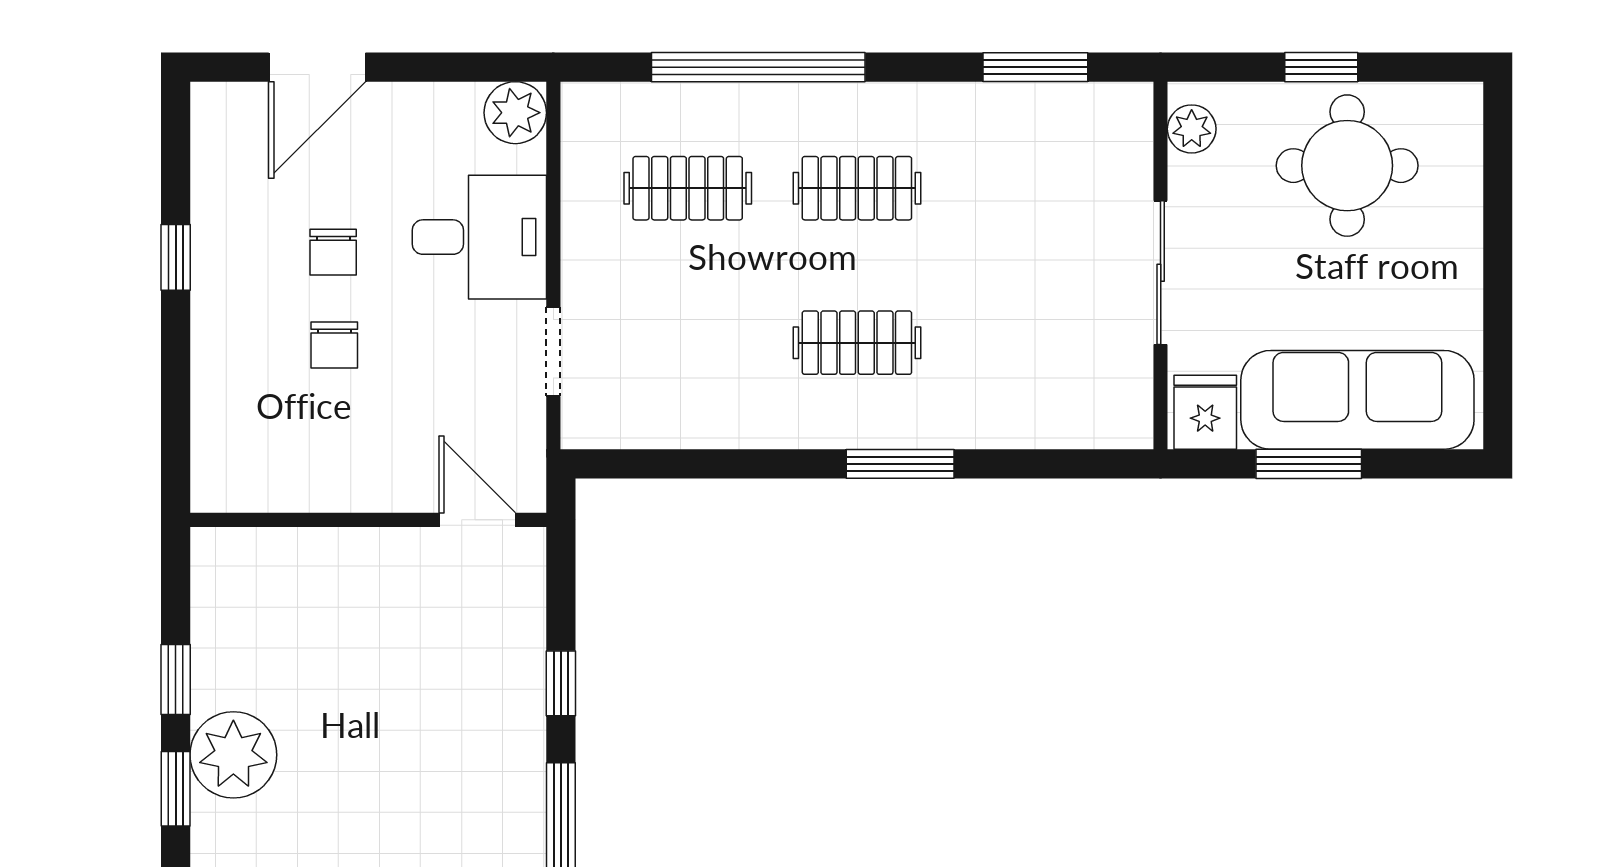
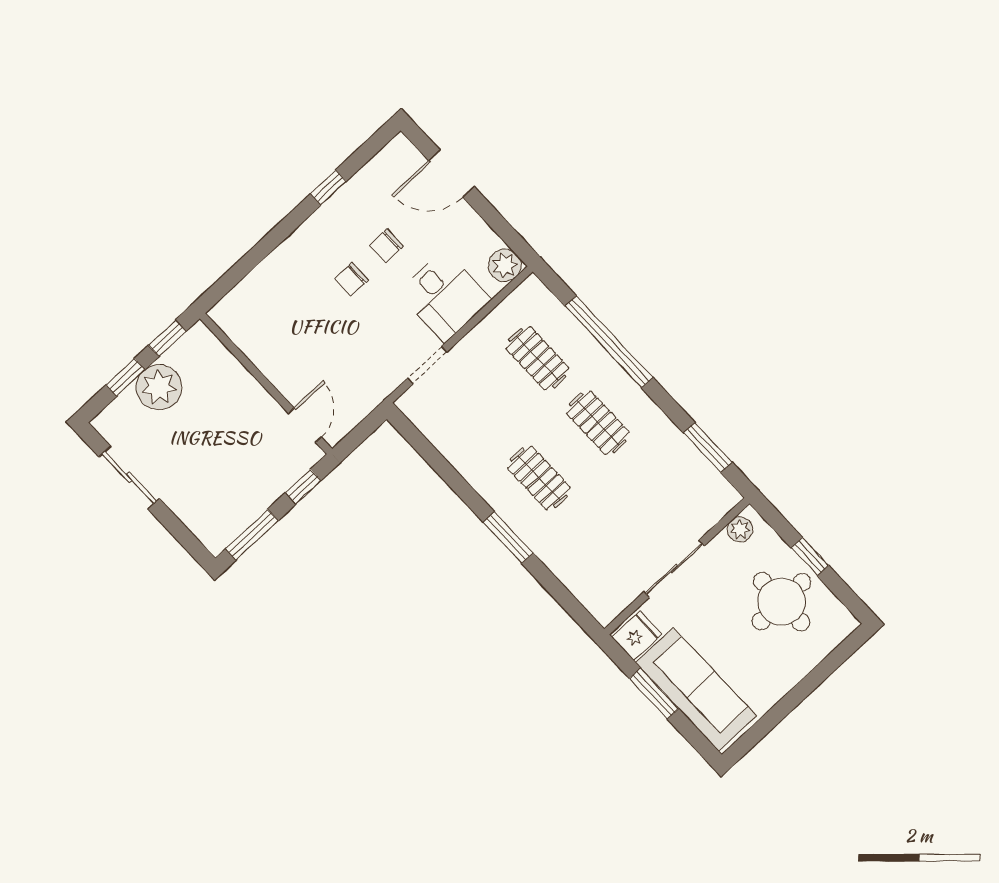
wall: (368, 520) -> (266, 384), moved
door: (477, 520) -> (305, 425), moved

